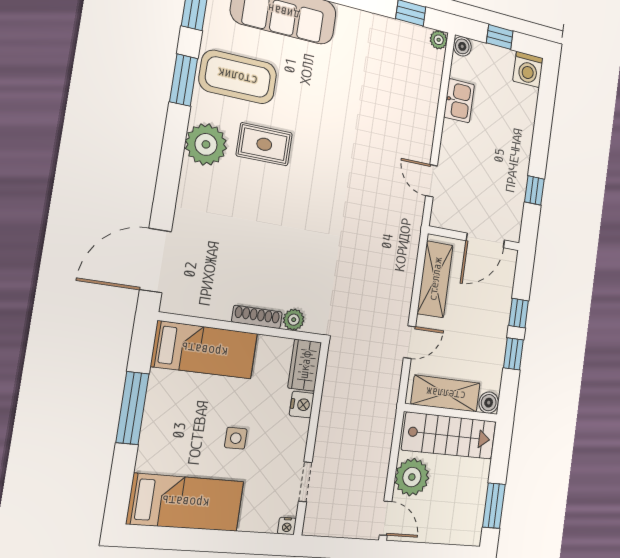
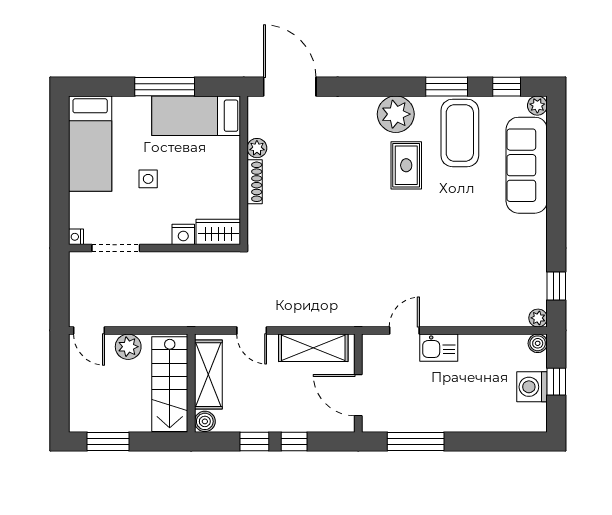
washing machine: (528, 70) -> (532, 387), moved
kitchen sink: (459, 101) -> (439, 348), moved
window: (534, 190) -> (416, 441), width x2.17
plant: (294, 320) -> (257, 148), moved
bed: (205, 350) -> (196, 116), moved, turned 90
plant: (412, 477) -> (128, 347), width x0.73, depth x0.73
doorway: (305, 482) -> (116, 248), width x1.38
door: (386, 518) -> (89, 330), hinge flipped

